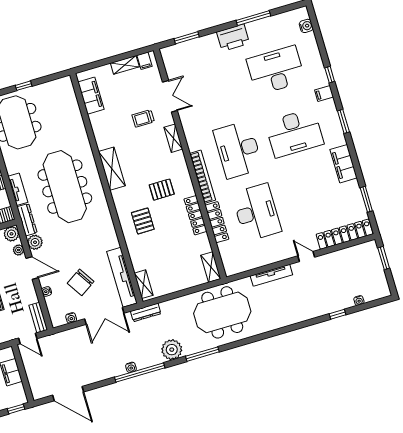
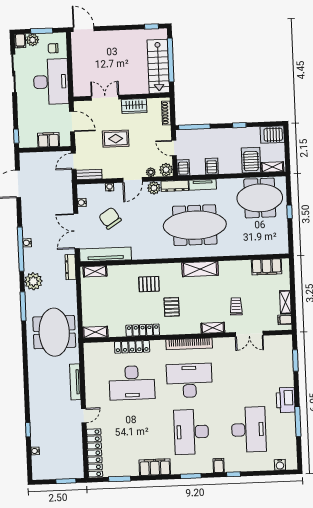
bookcase: (203, 177) -> (189, 344), moved

